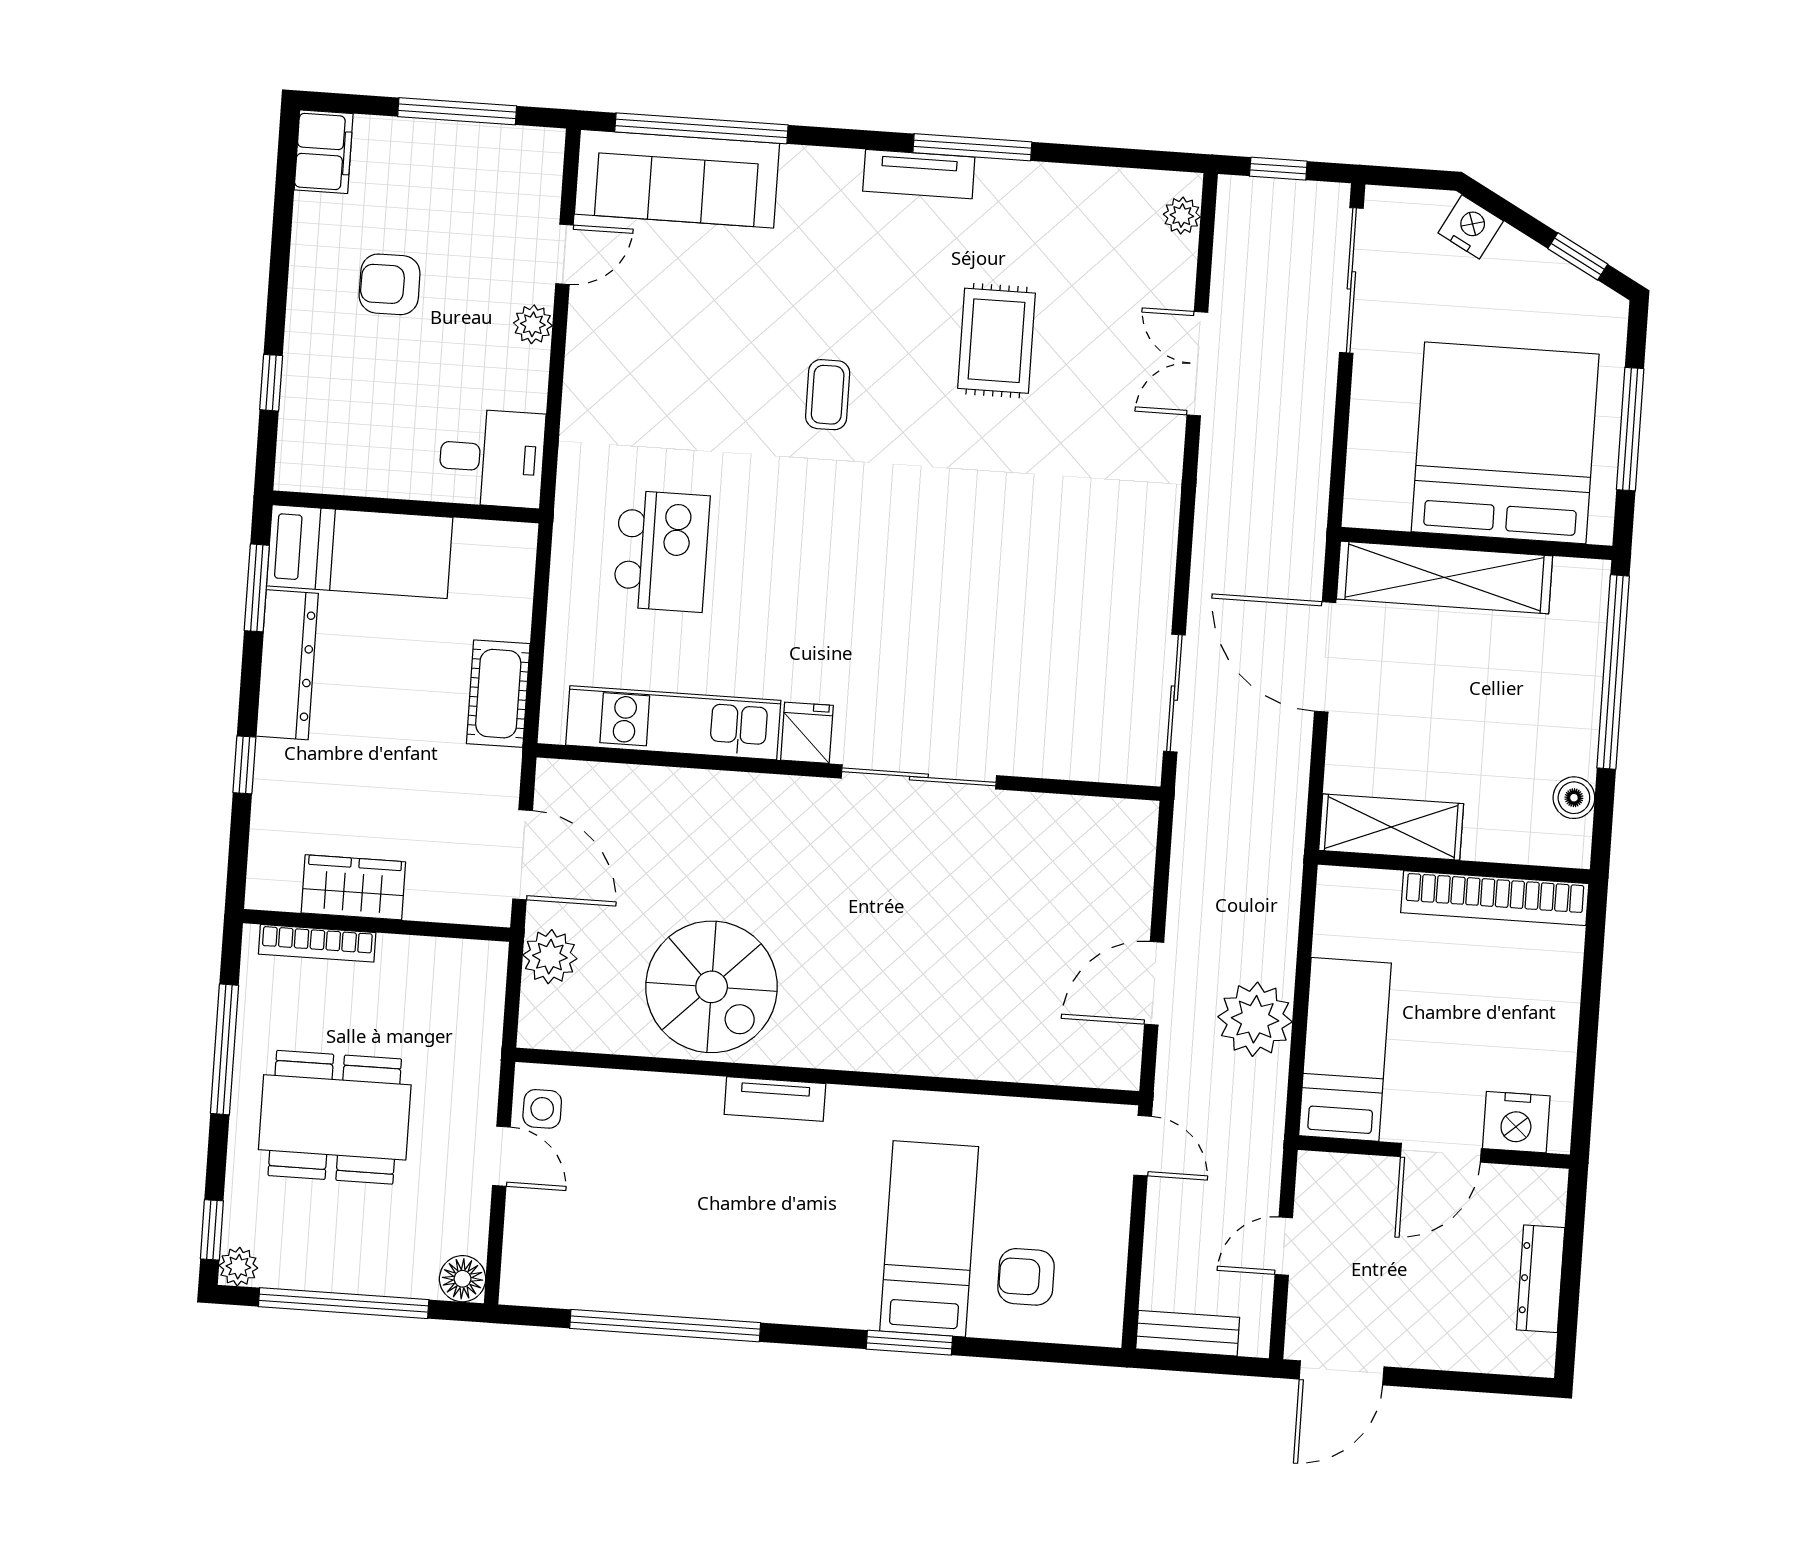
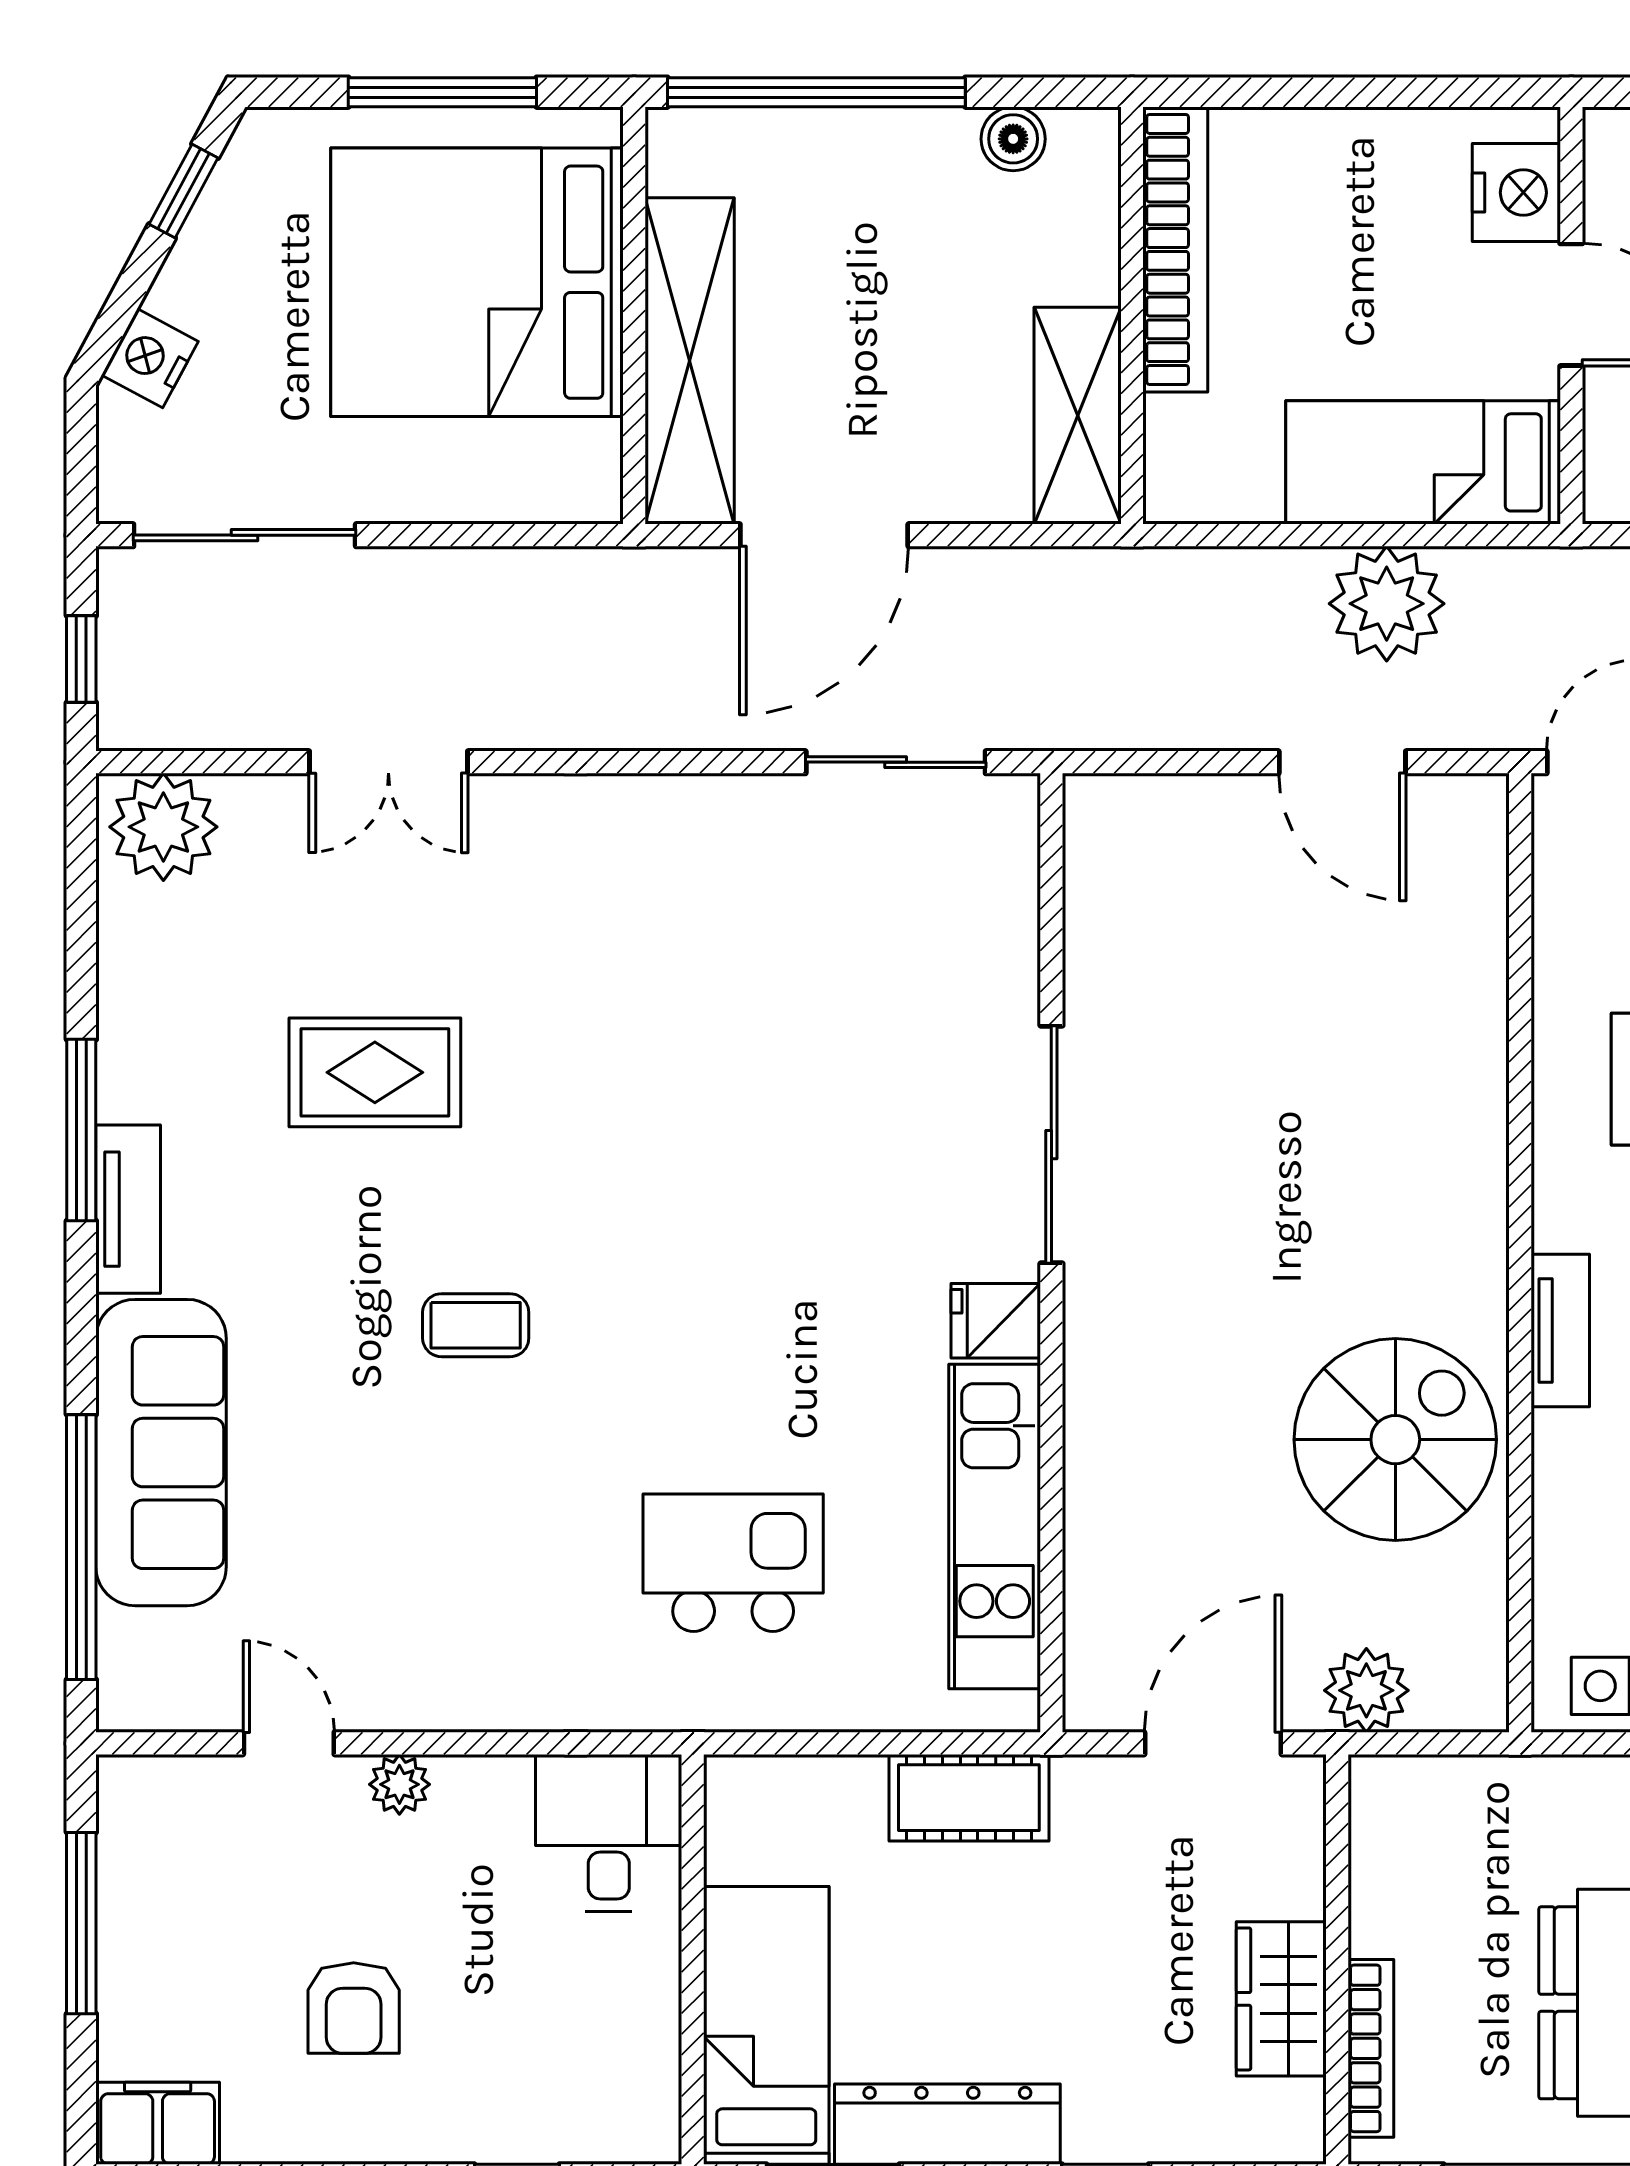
sofa: (677, 179) -> (161, 1453), moved
plant: (1182, 216) -> (163, 827), width x1.87, depth x1.87

